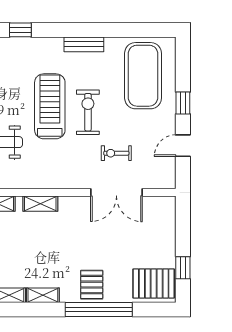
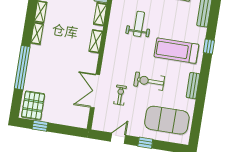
treadmill: (50, 106) -> (176, 51), moved, turned 180
exercise bike: (88, 112) -> (149, 81), turned 180
door: (183, 146) -> (118, 138), hinge flipped
pallet: (92, 285) -> (39, 66), removed

